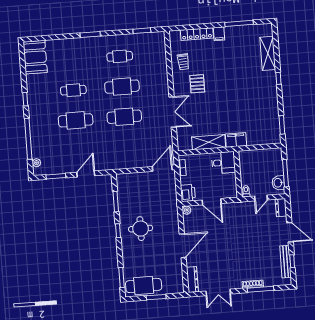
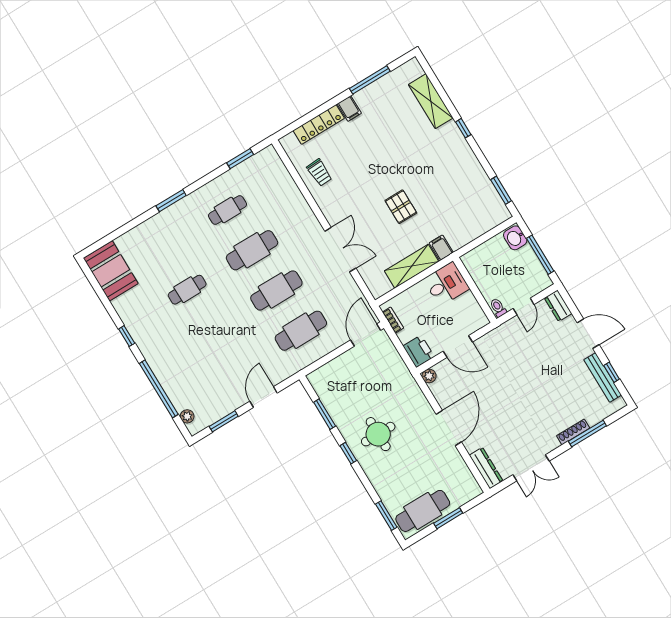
pallet: (197, 84) -> (401, 207), moved
cafe table: (76, 120) -> (301, 331), moved
filing cabinet: (236, 140) -> (441, 248), width x0.50
washbasin: (278, 183) -> (515, 238), moved

